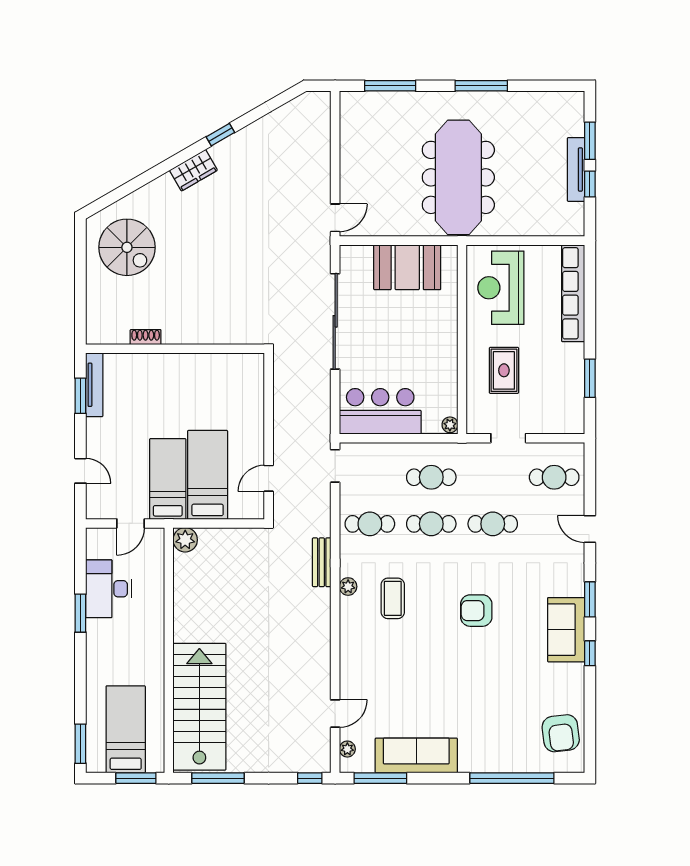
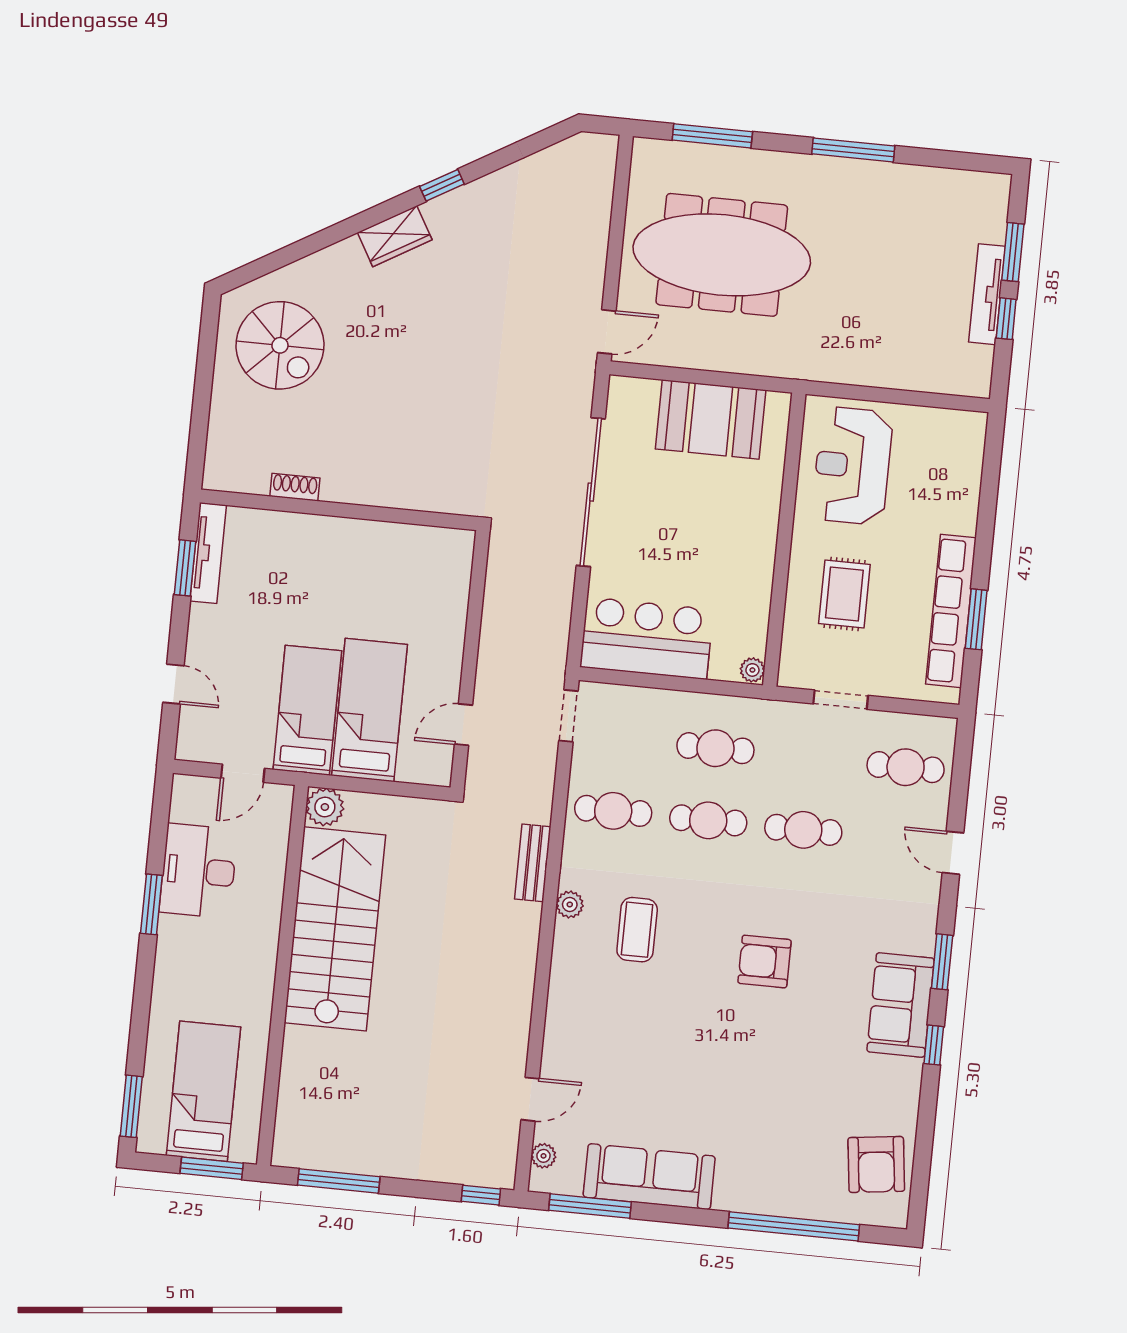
meeting table: (458, 177) -> (722, 255), moved, turned 90
row of seats: (573, 293) -> (951, 611), moved
stairs: (199, 707) -> (335, 929), moved

